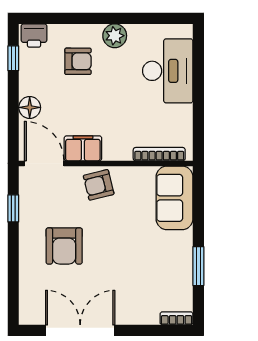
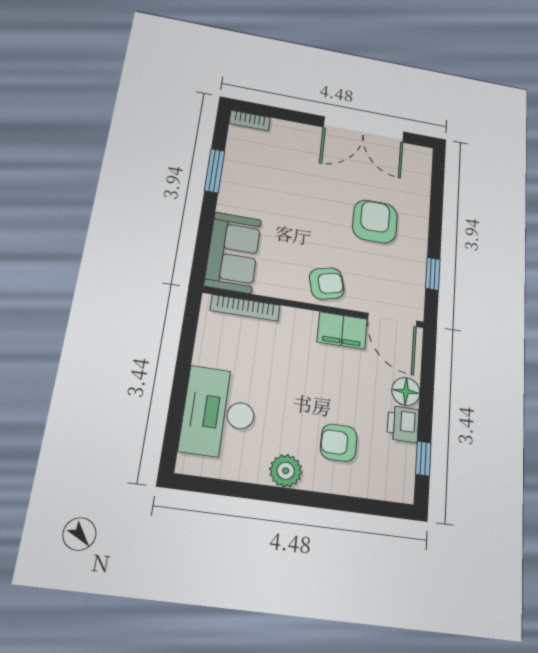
printer: (34, 35) -> (403, 424), moved, turned -90

